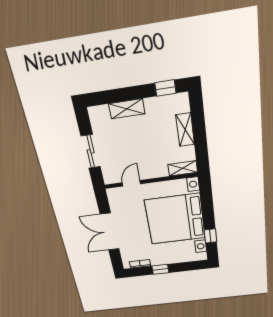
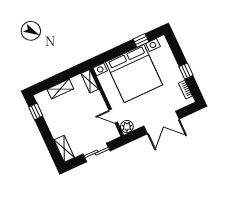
shelving: (127, 109) -> (64, 149), moved
plant: (115, 195) -> (127, 127), added

